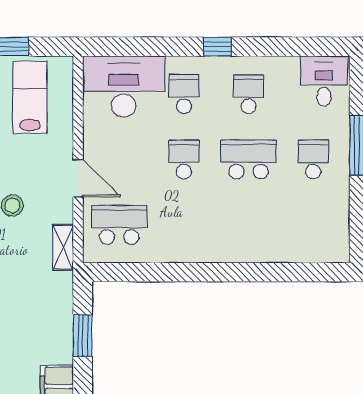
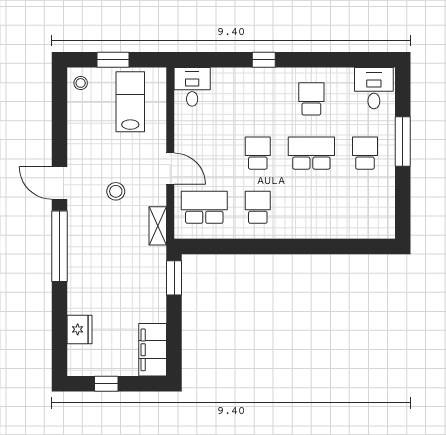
window: (217, 47) -> (264, 60), moved
desk: (124, 86) -> (192, 87), width x0.53, depth x0.77
school desk: (184, 94) -> (258, 207), moved
window: (83, 336) -> (174, 278), moved

